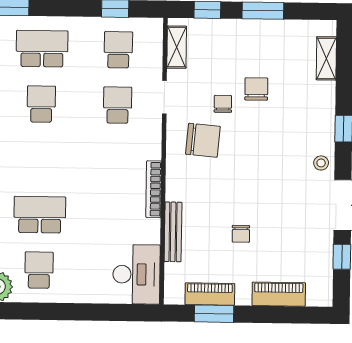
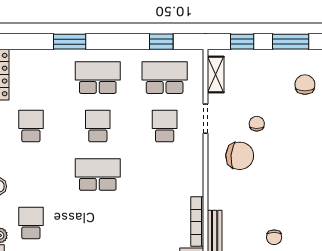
school desk: (118, 50) -> (165, 78), width x1.85
chair: (256, 89) -> (305, 85), moved
bookcase: (154, 189) -> (197, 222), moved
school desk: (40, 215) -> (98, 174), moved

